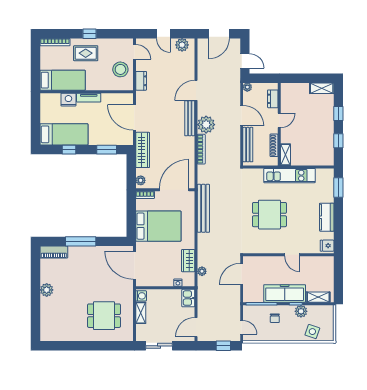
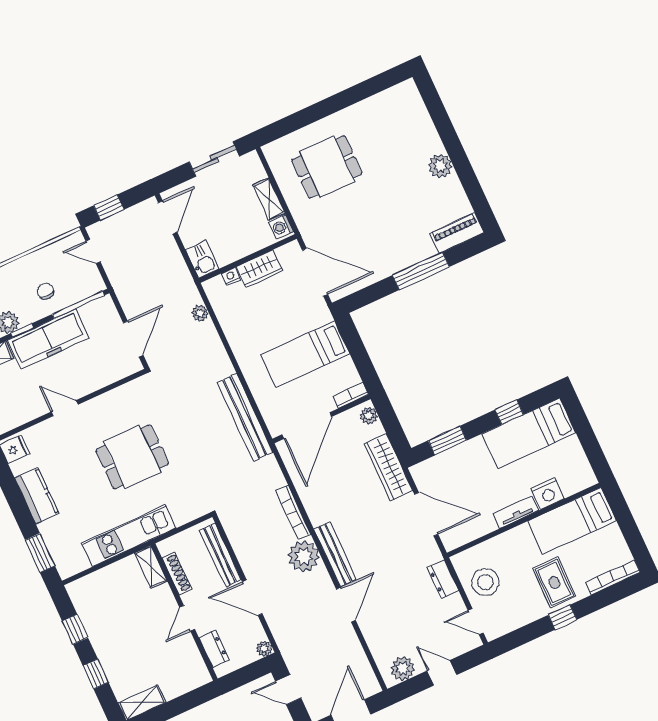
rug: (86, 53) -> (554, 582), turned 90
bed: (158, 226) -> (305, 354), width x0.67
wardrobe: (188, 261) -> (259, 269), moved, turned 90

